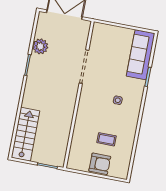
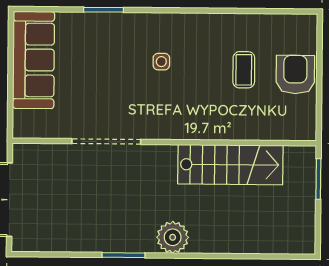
plant: (40, 46) -> (173, 237), moved
sofa: (141, 55) -> (34, 60), moved, turned -90
stairs: (25, 134) -> (230, 165), moved, turned 180

